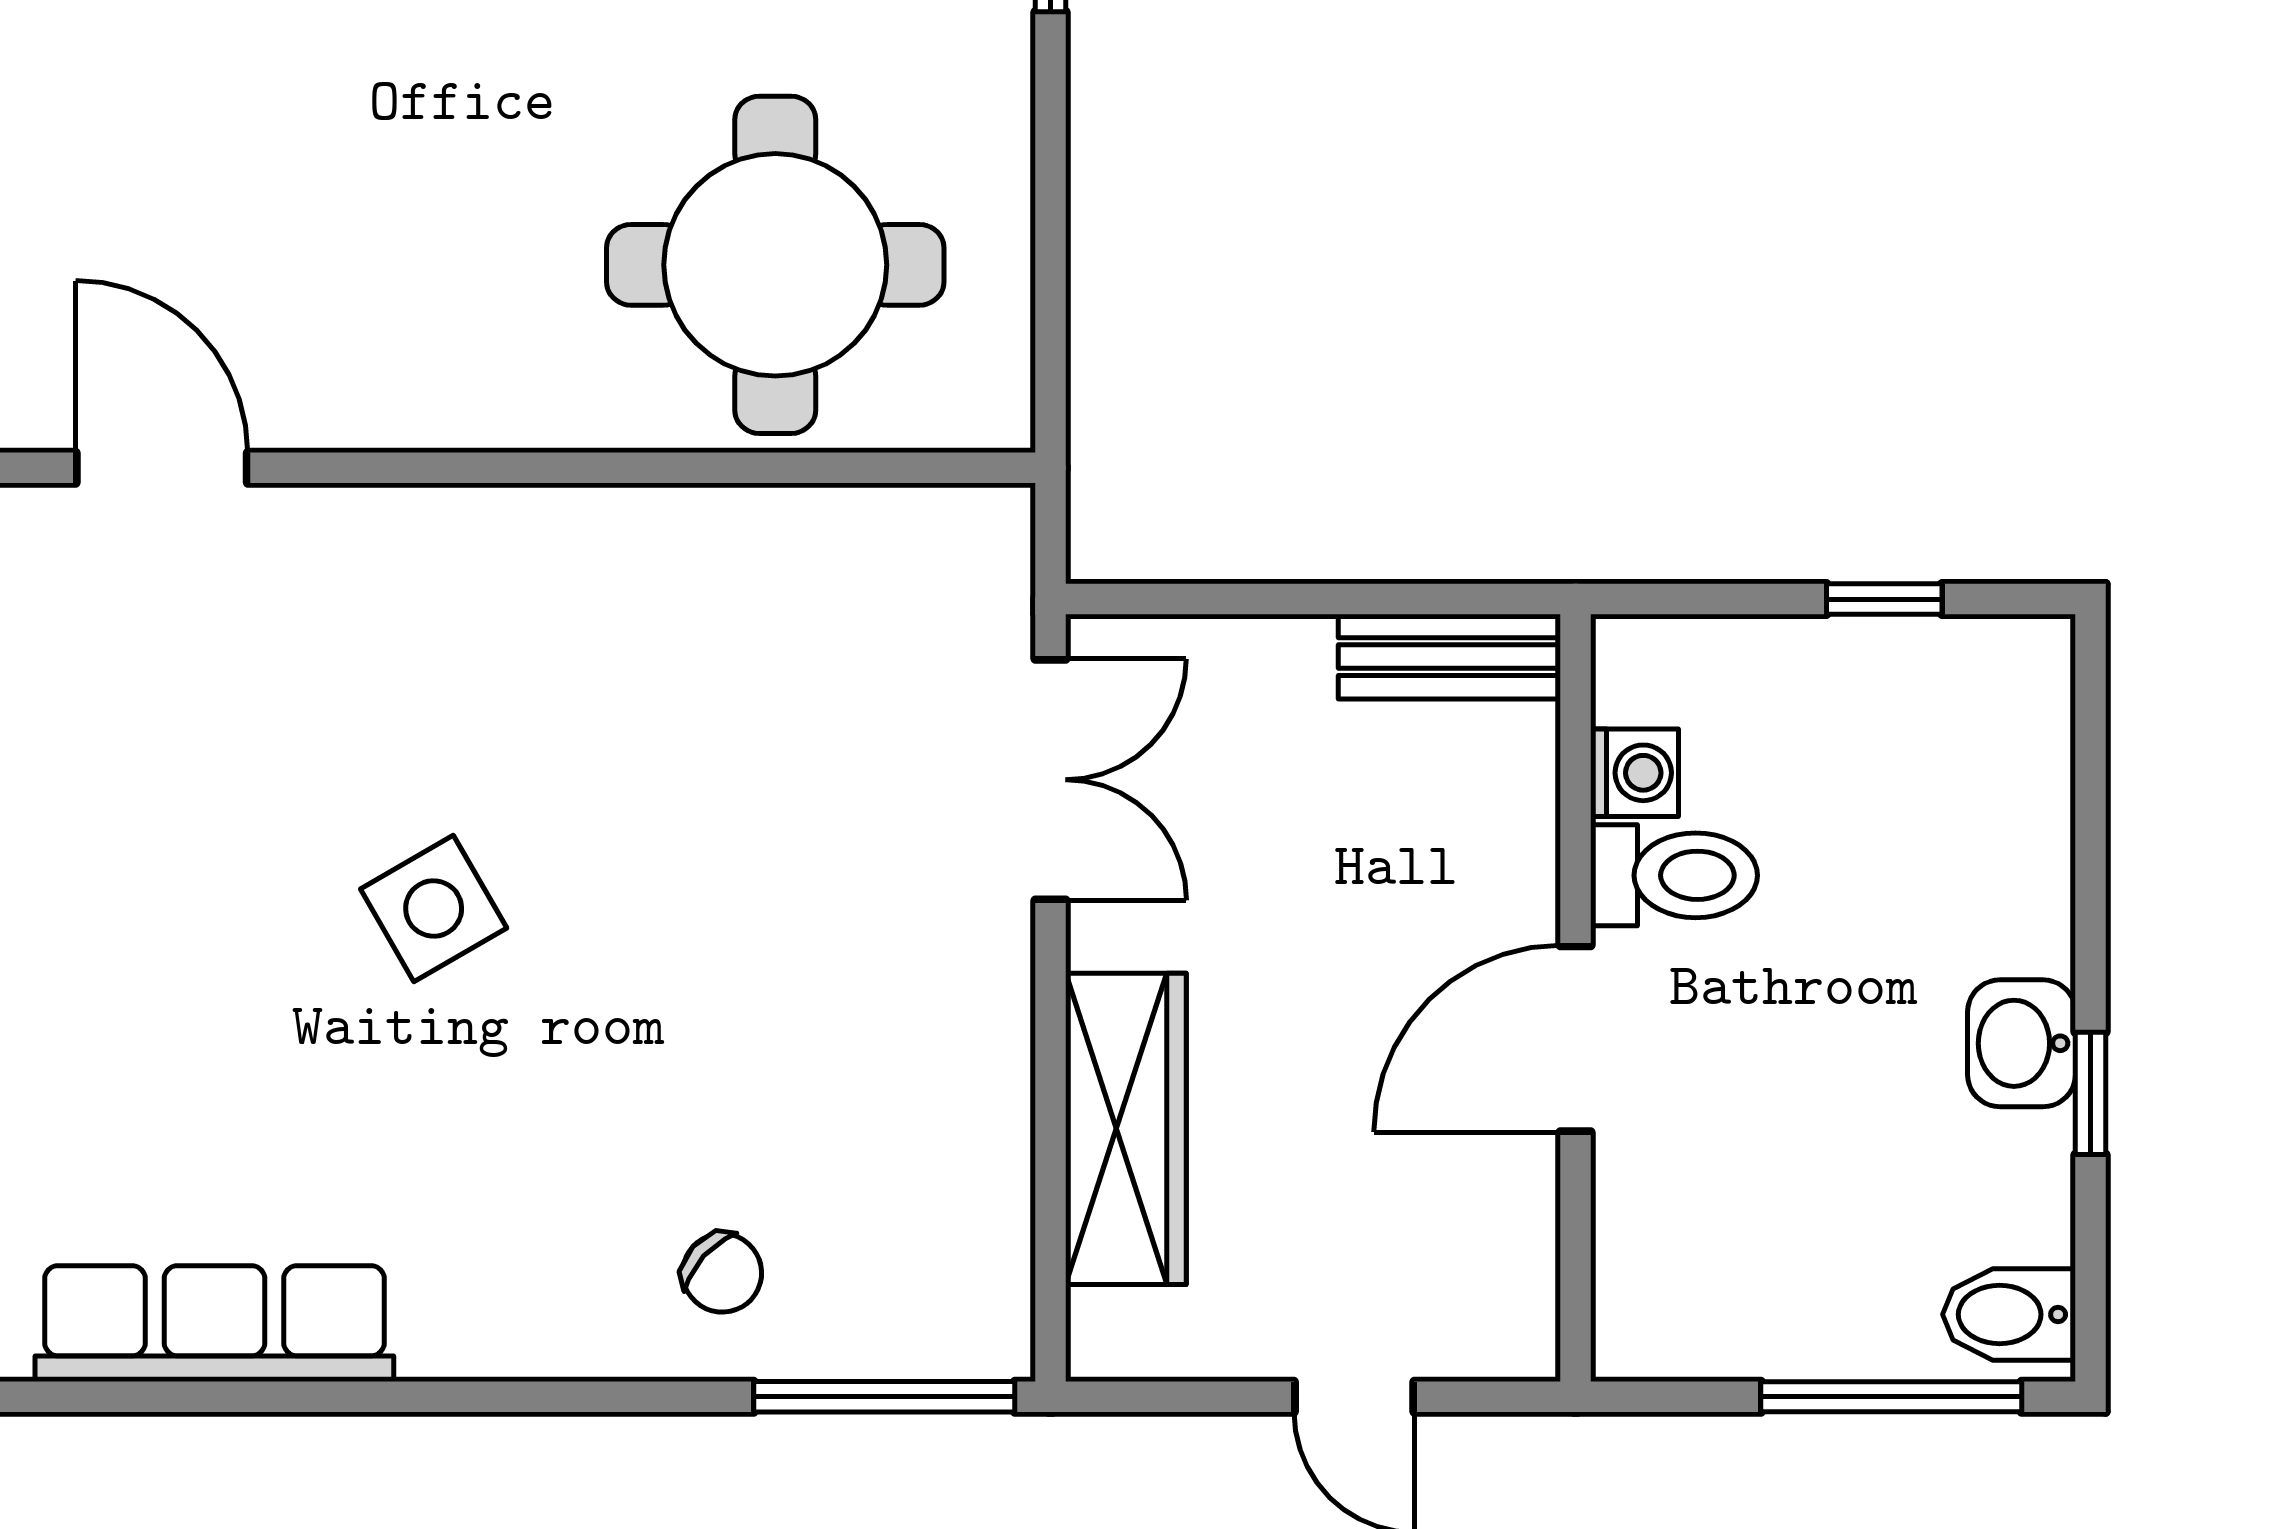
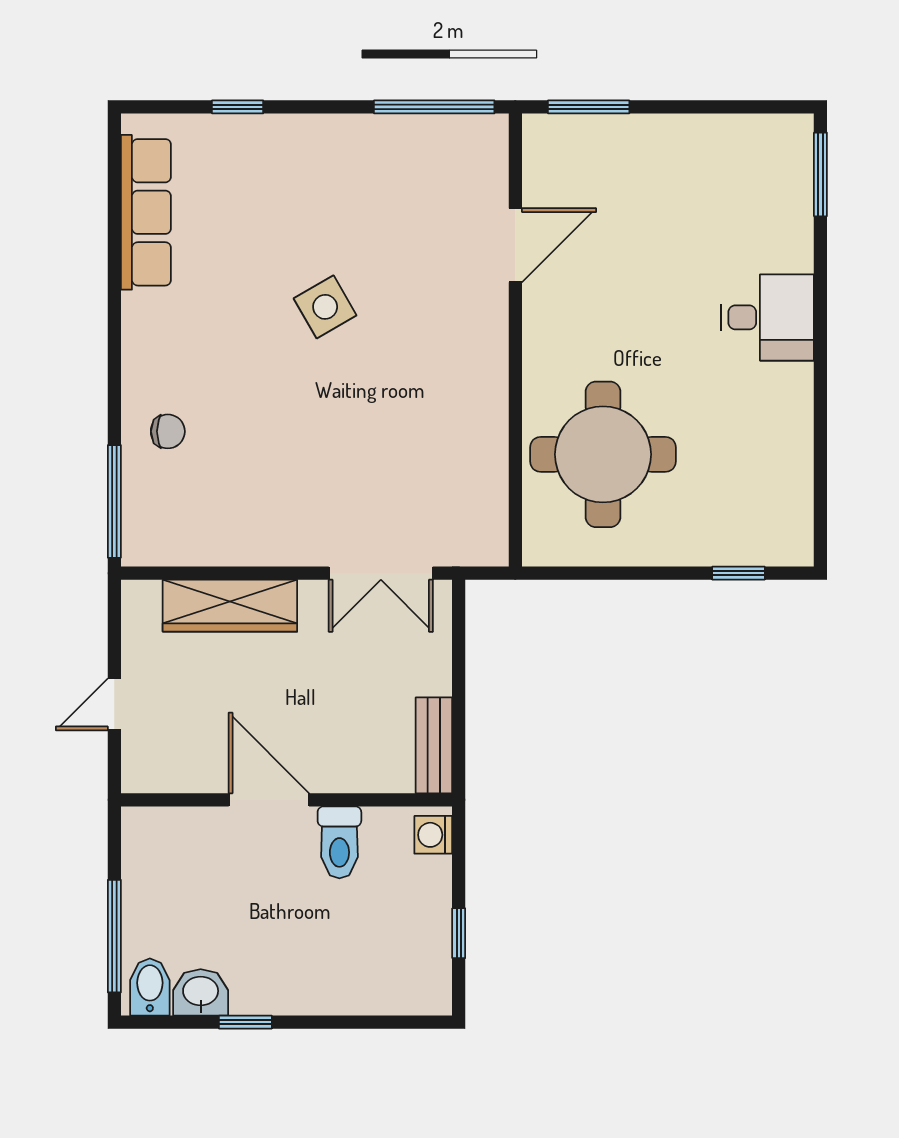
door: (162, 468) -> (515, 245), moved
washing machine: (1634, 773) -> (433, 835), moved, turned 90
washbasin: (2021, 1043) -> (201, 992), moved
chair: (722, 1273) -> (168, 431), turned -132

